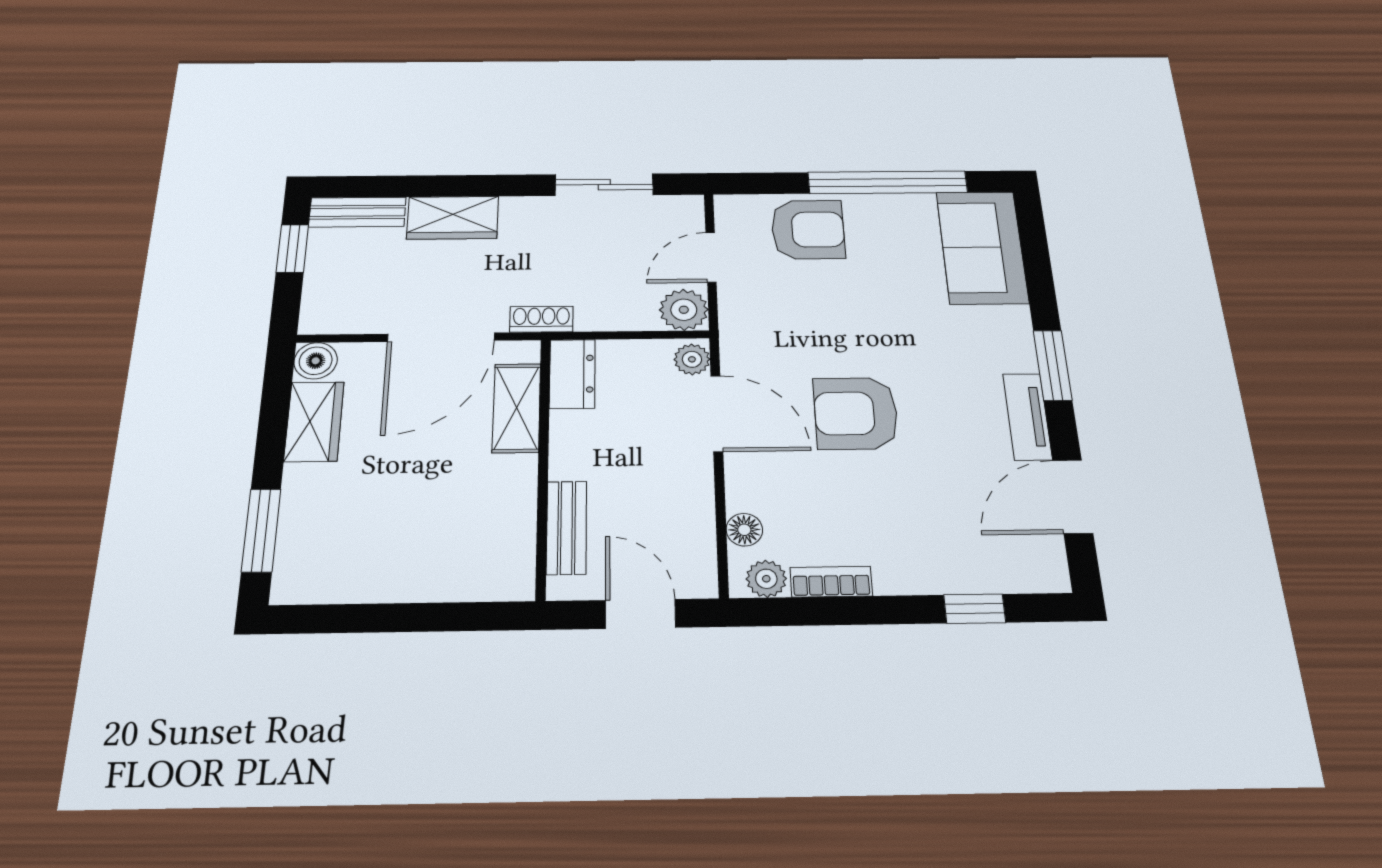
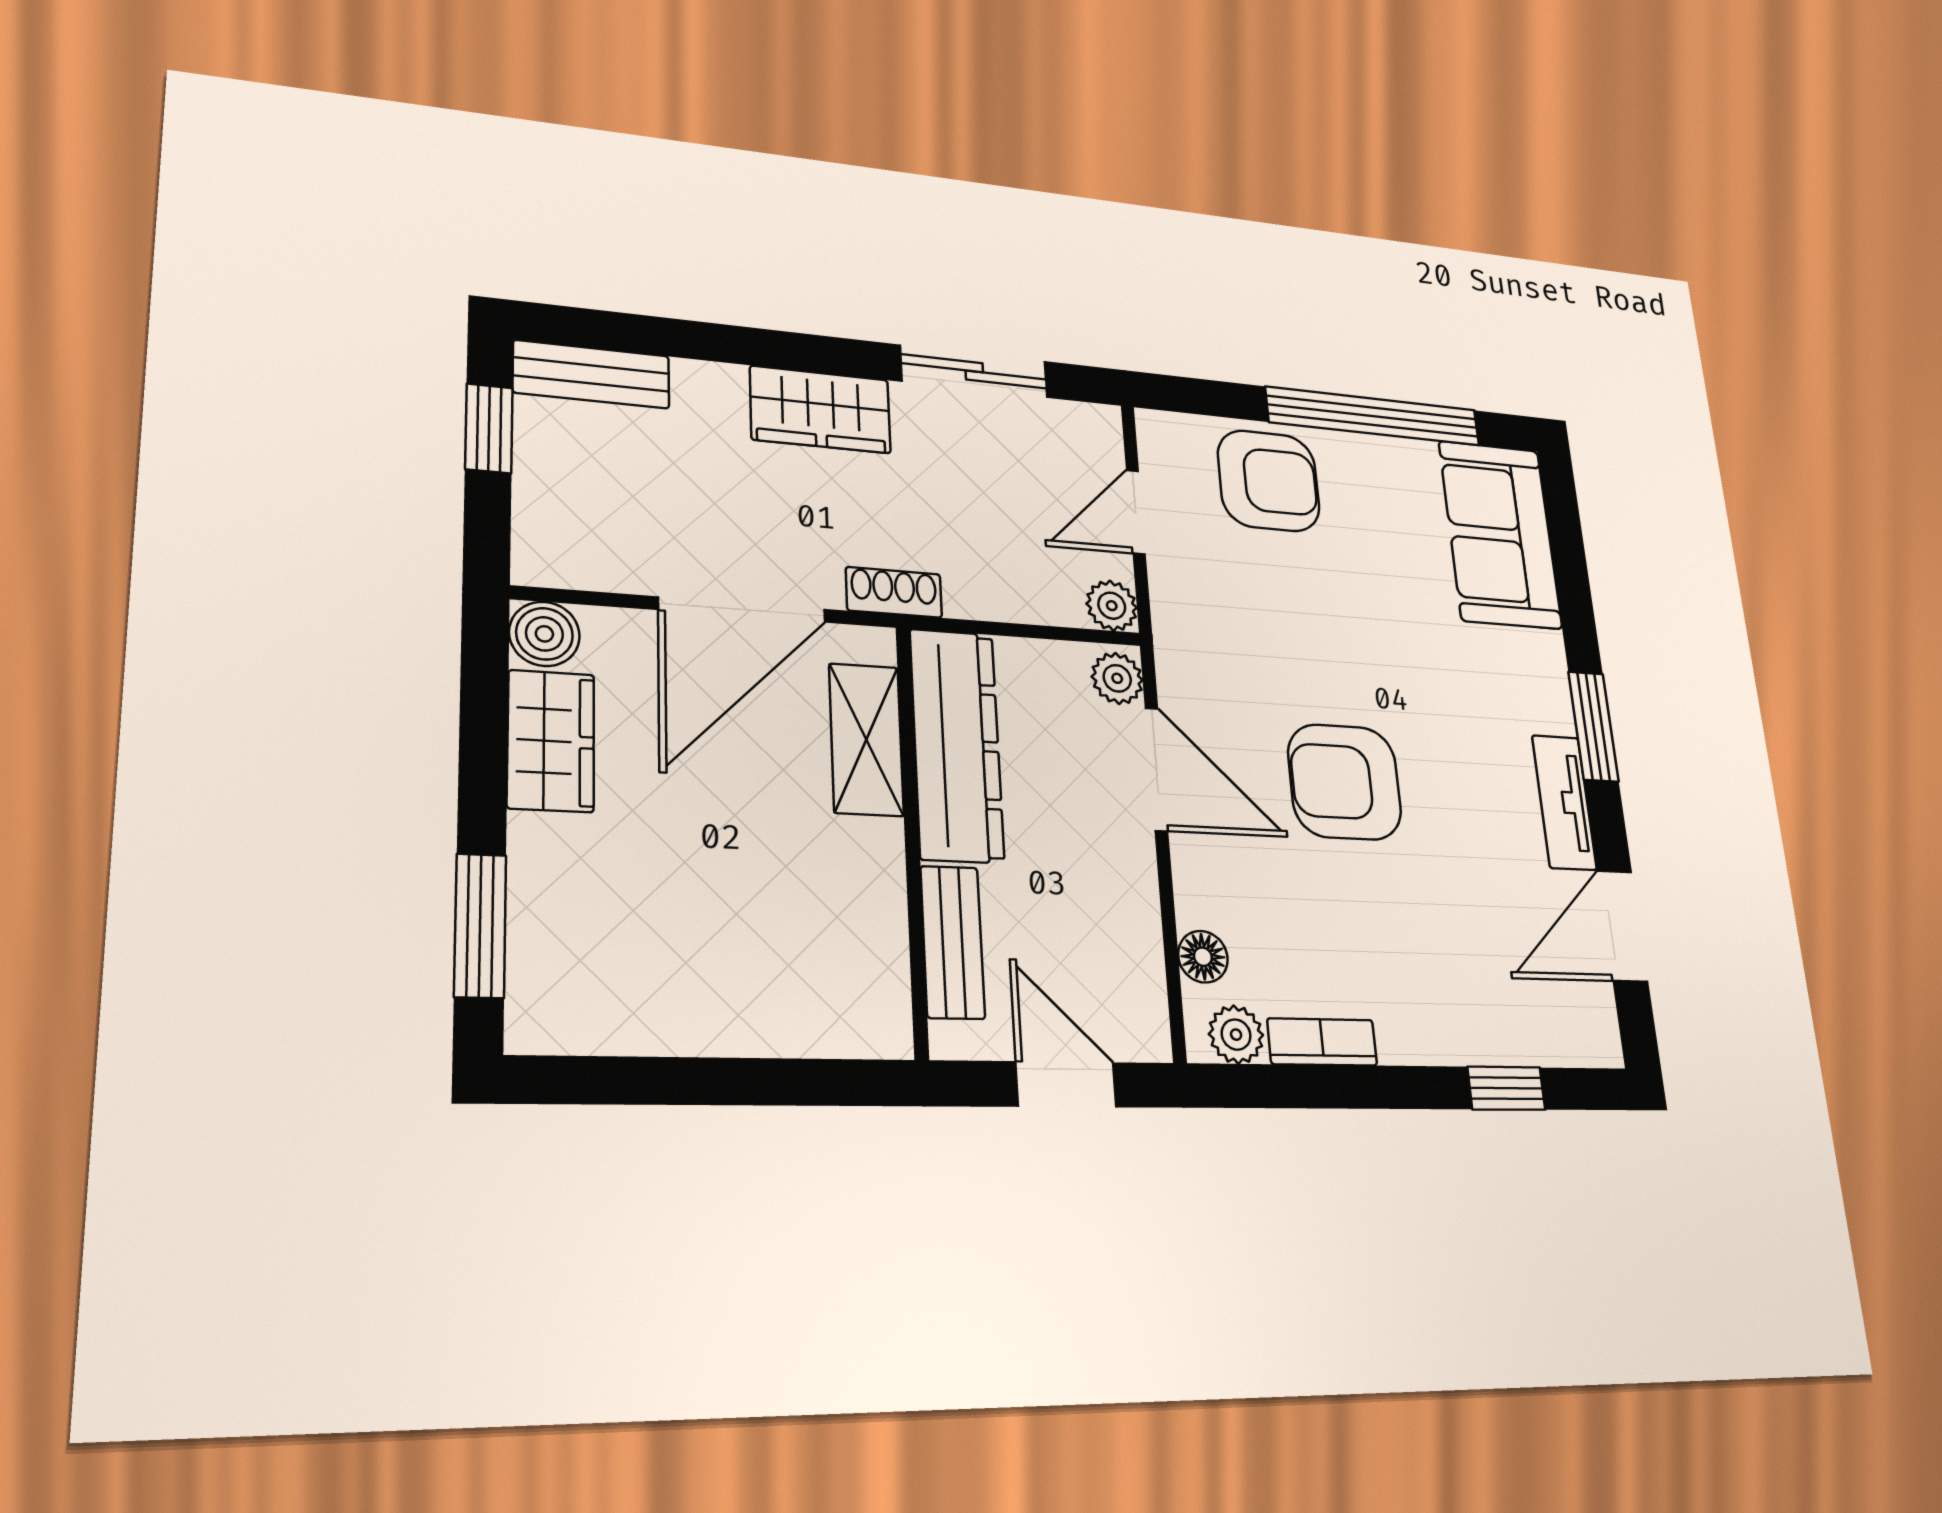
wardrobe: (453, 218) -> (820, 410), moved
plant: (684, 310) -> (1112, 606), width x0.73, depth x0.73
dresser: (572, 374) -> (957, 745), width x1.96, depth x1.24

